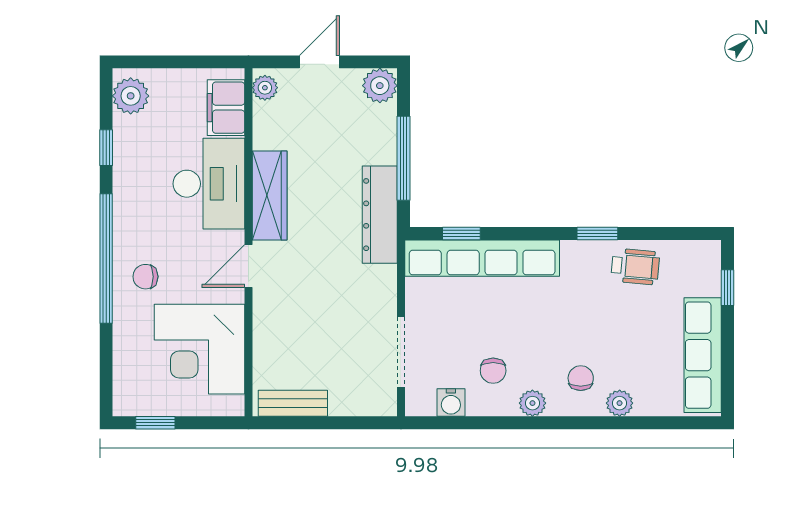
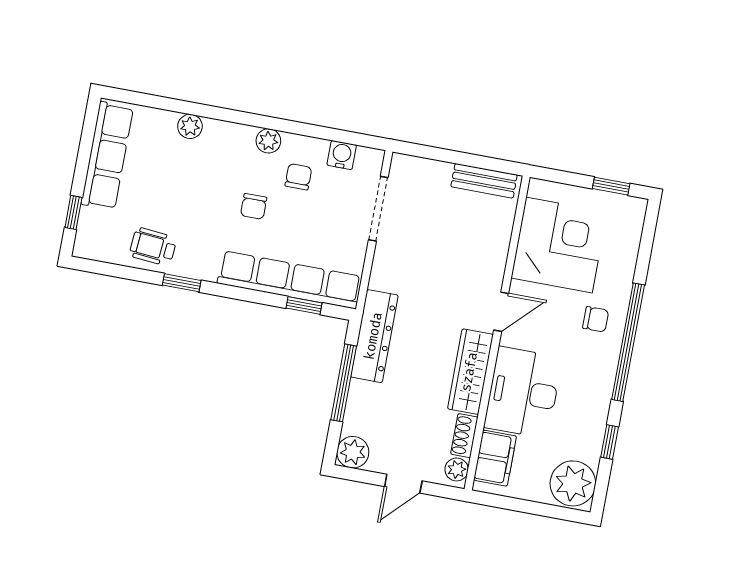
plant: (131, 96) -> (573, 483), width x1.36, depth x1.36
shoe rack: (263, 126) -> (464, 436), added
chair: (581, 378) -> (254, 206), moved

